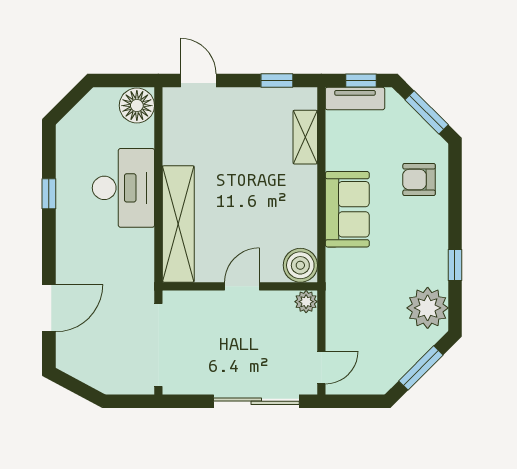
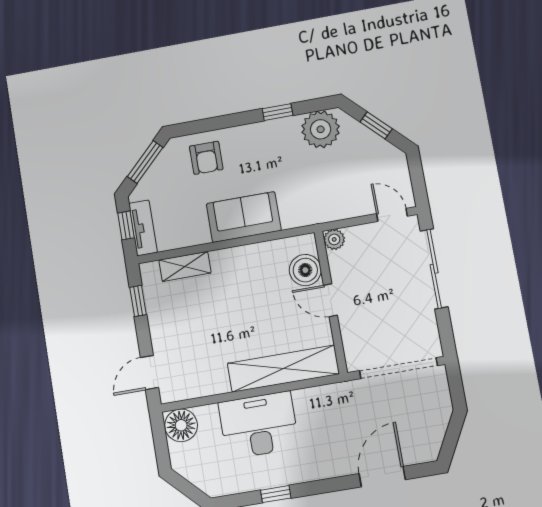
boiler: (300, 265) -> (305, 270), moved
door: (49, 308) -> (382, 477), hinge flipped
window: (421, 368) -> (376, 125), width x0.67

